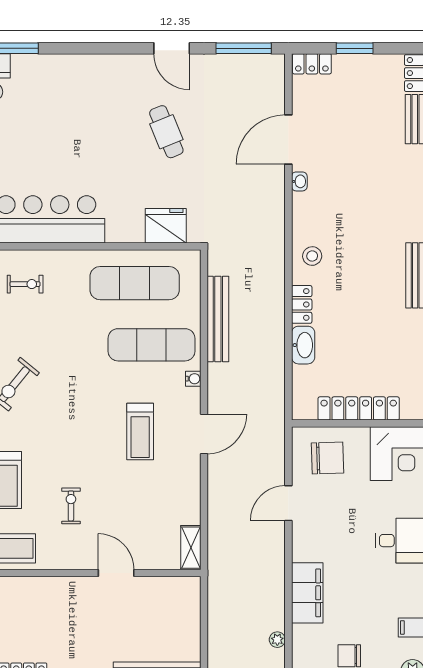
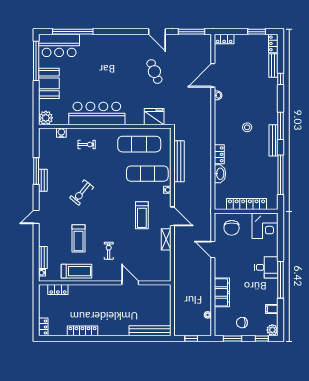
window: (355, 48) -> (257, 32), moved
stool: (312, 256) -> (247, 127), moved
door: (204, 434) -> (172, 216), hinge flipped
chair: (327, 458) -> (232, 228), turned 92
door: (288, 503) -> (213, 249), hinge flipped
shelving: (191, 548) -> (166, 239), moved

